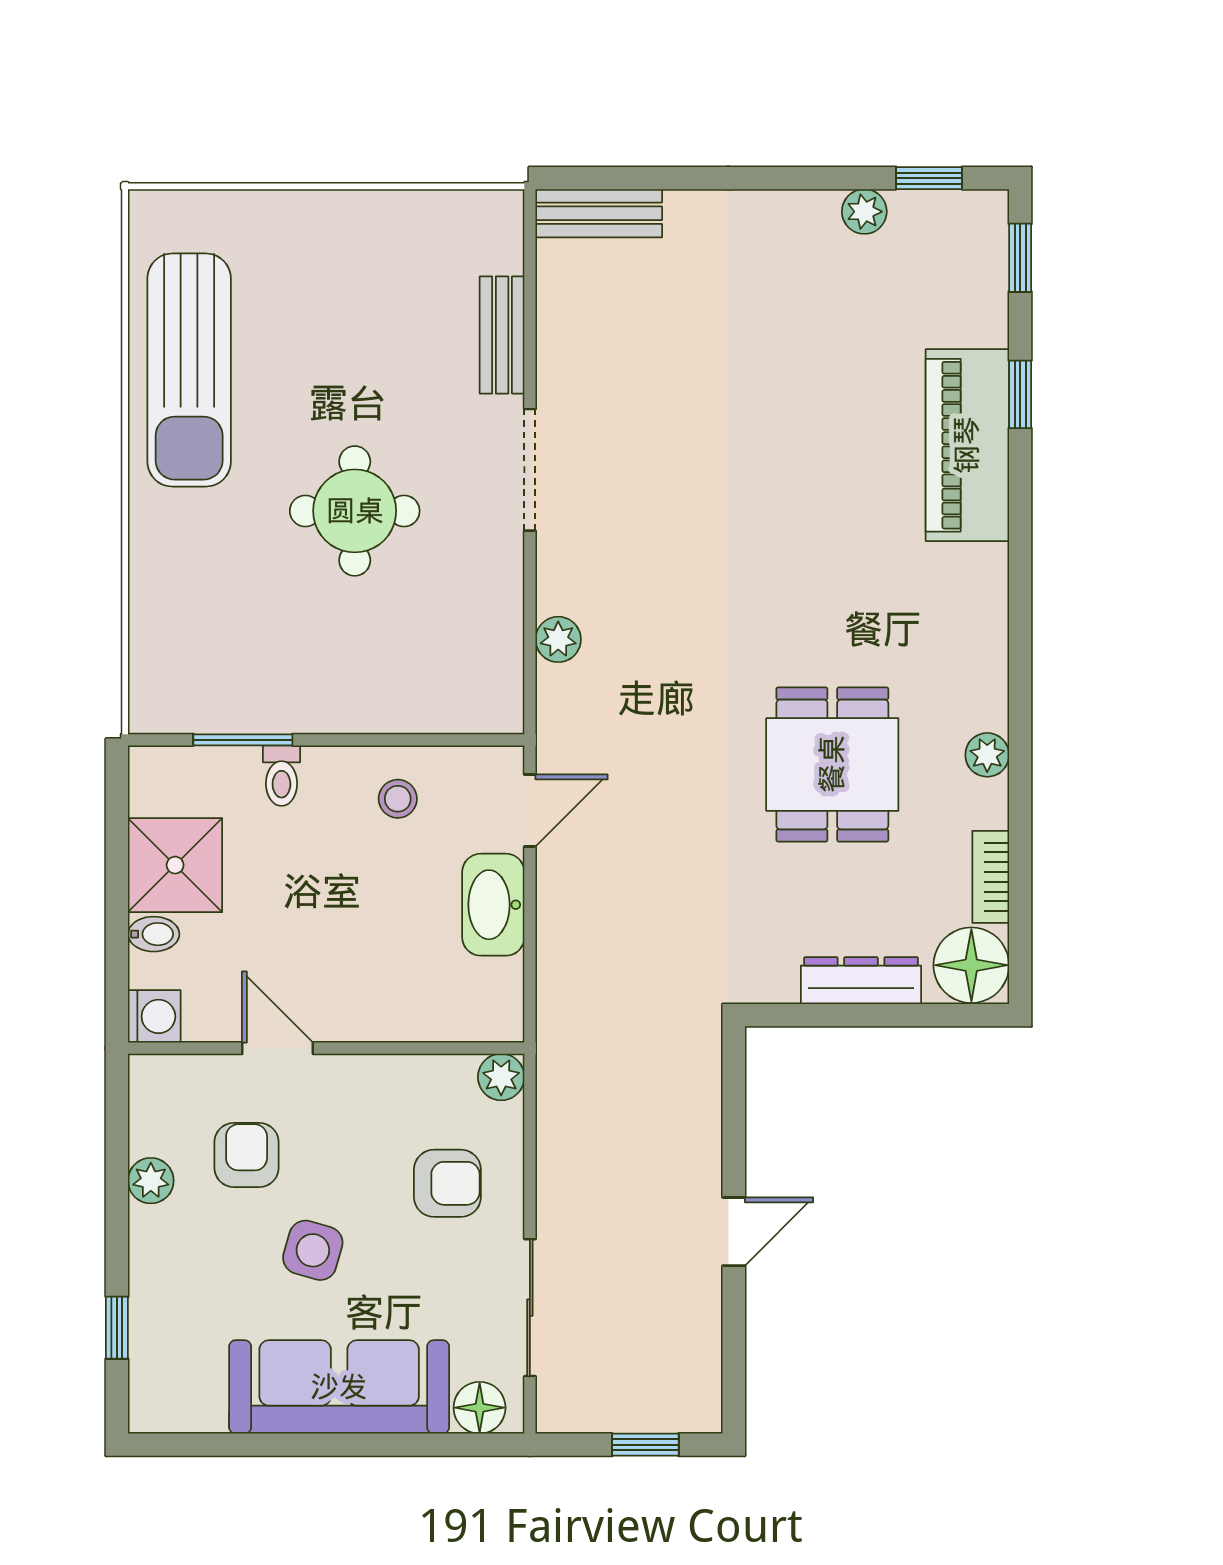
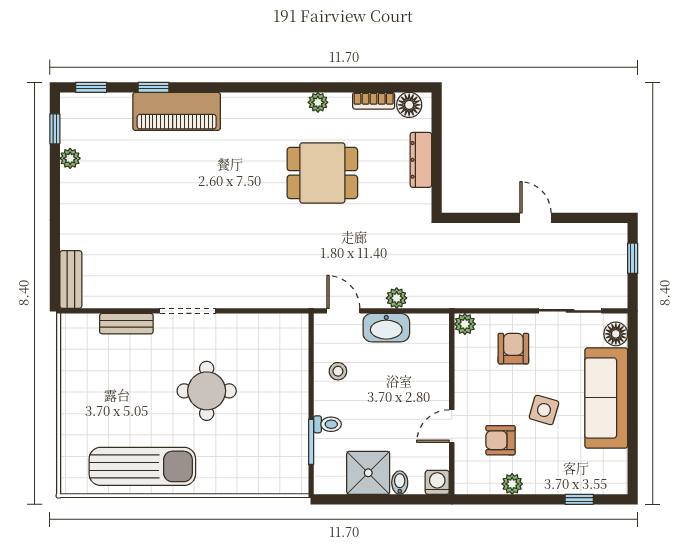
plant: (558, 639) -> (397, 298), moved
floor lamp: (971, 965) -> (409, 105), width x0.73, depth x0.73

